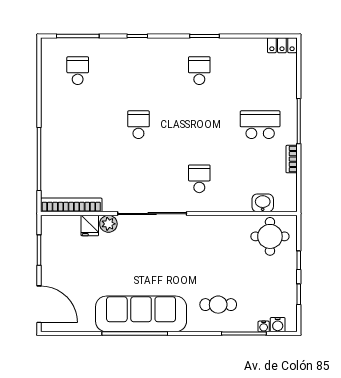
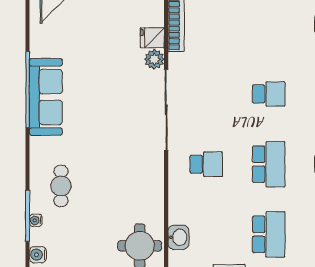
school desk: (199, 125) -> (269, 164), added
sofa: (141, 314) -> (46, 97), width x0.74, depth x0.79
water cooler: (264, 326) -> (36, 220), moved

